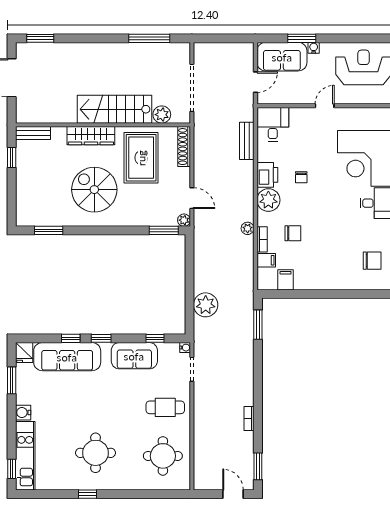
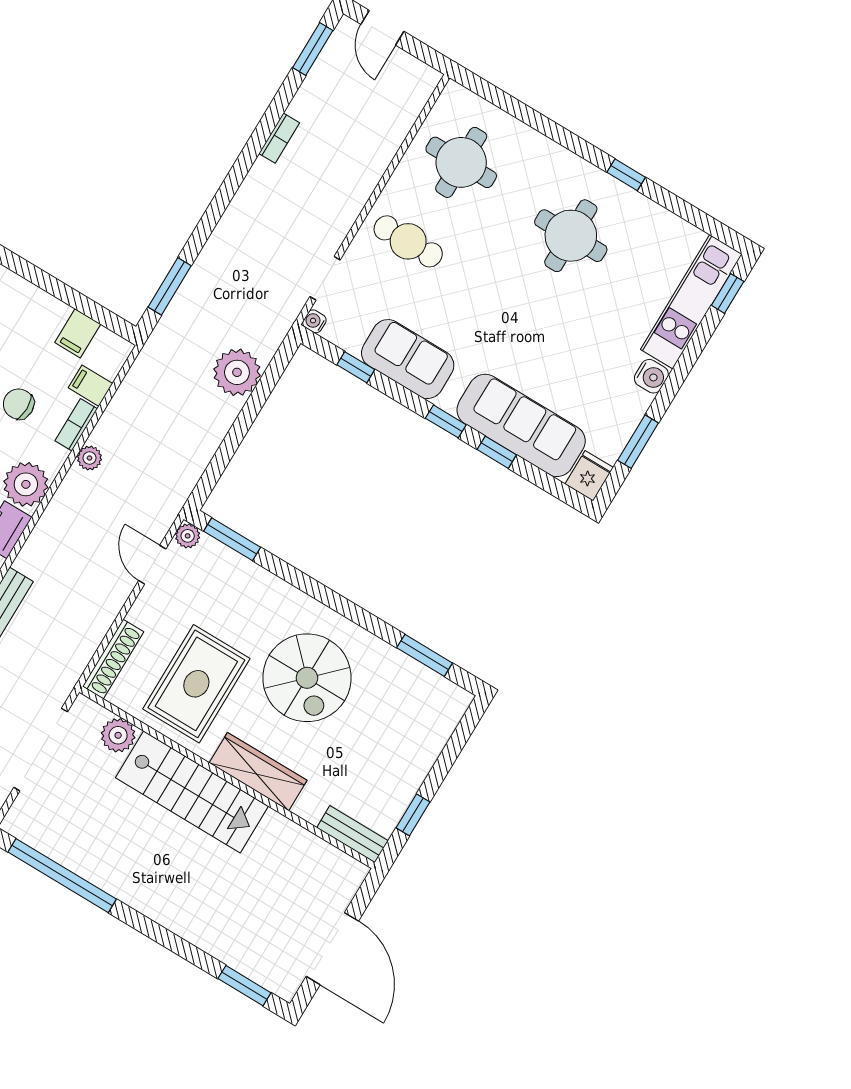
window: (149, 38) -> (62, 876), width x1.46

